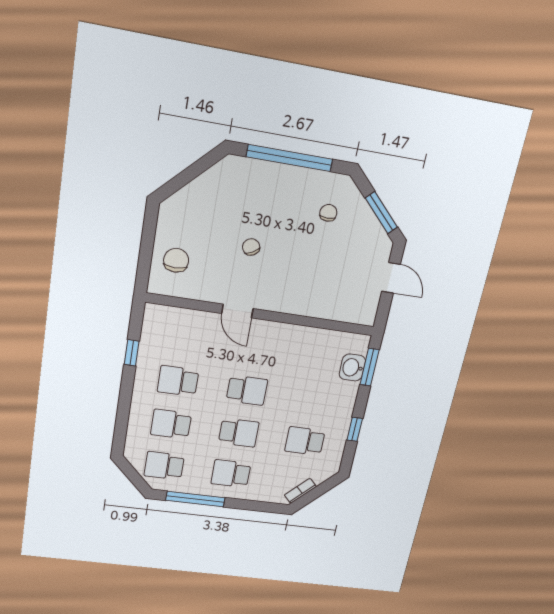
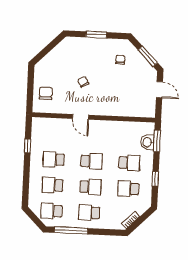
window: (290, 158) -> (96, 35), width x0.47
school desk: (314, 399) -> (129, 163), added

